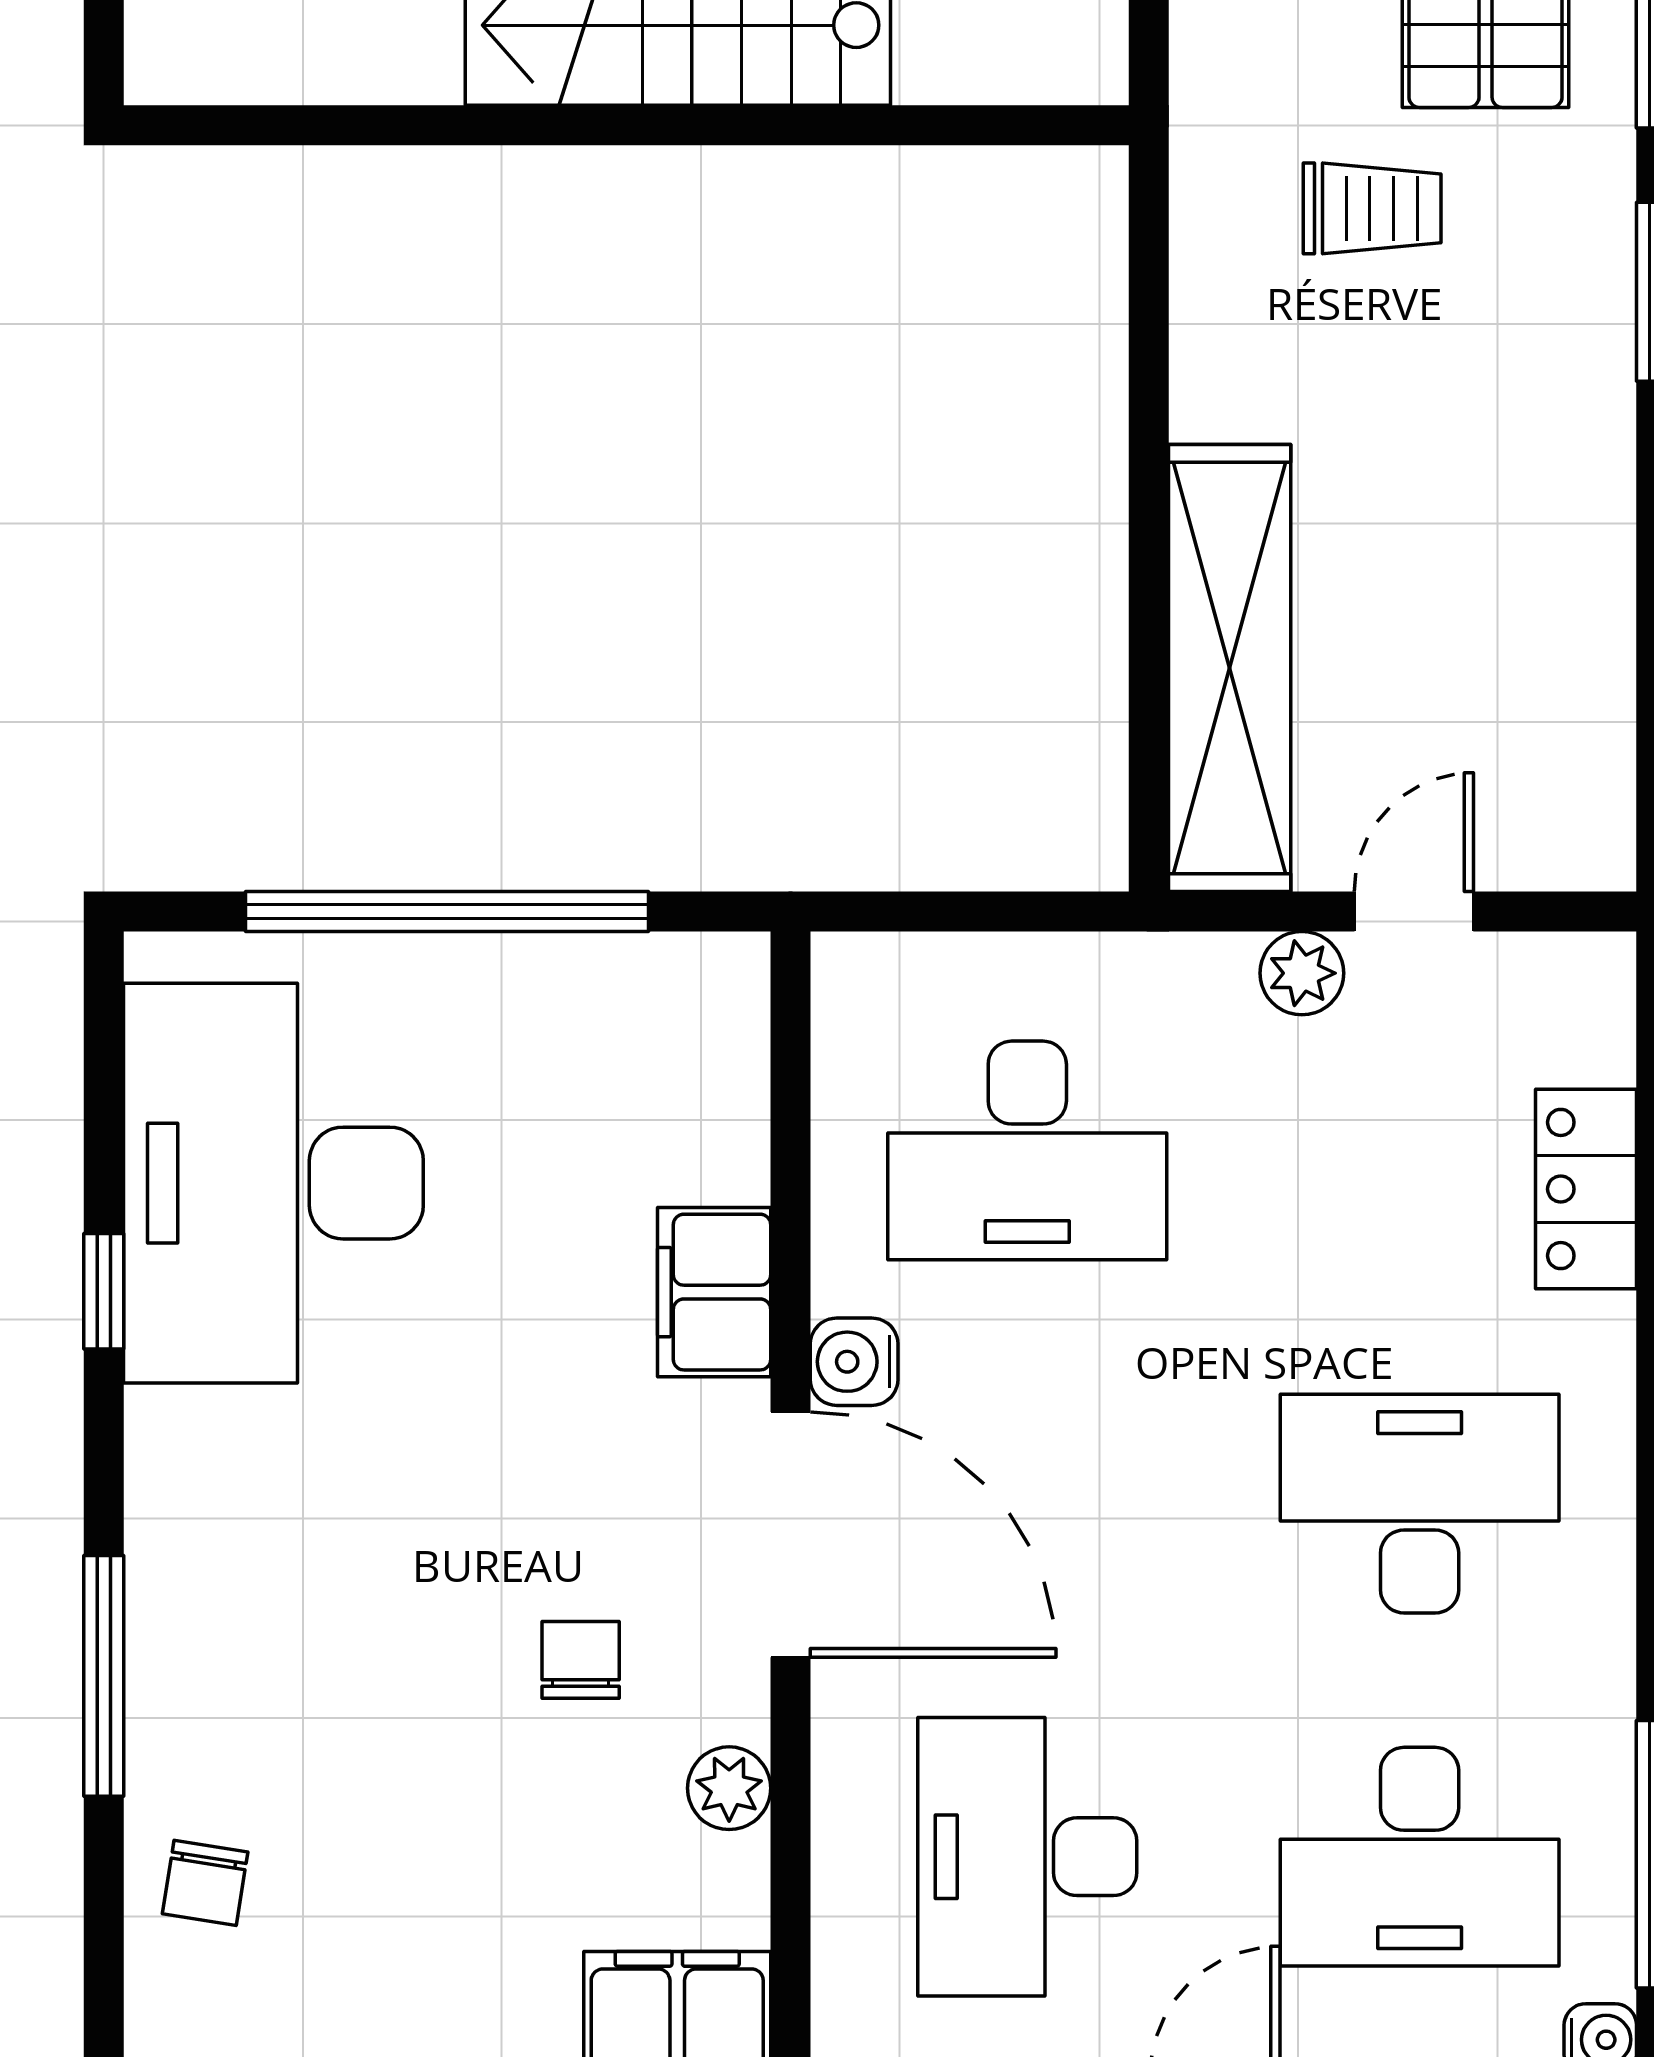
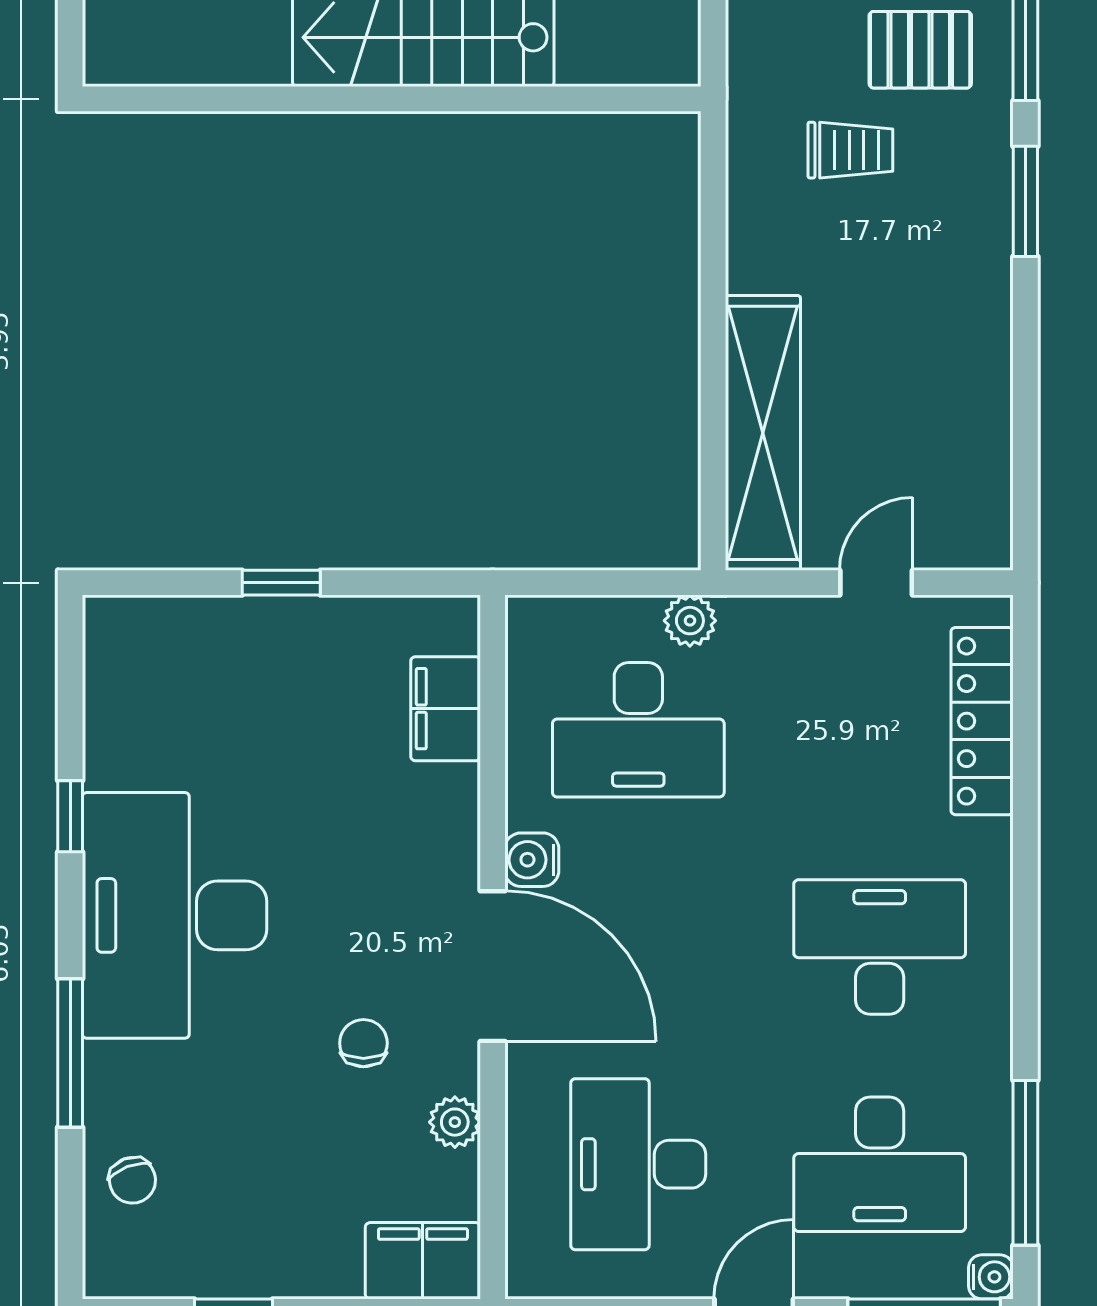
window: (447, 911) -> (281, 583), width x0.32
plant: (1302, 973) -> (690, 621), moved
desk: (273, 1183) -> (174, 915), moved
locker: (1586, 1189) -> (982, 721), width x1.53
filing cabinet: (714, 1292) -> (446, 709), moved
chair: (205, 1883) -> (132, 1180), turned -30

